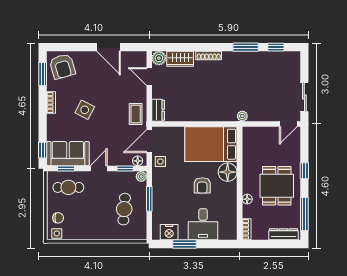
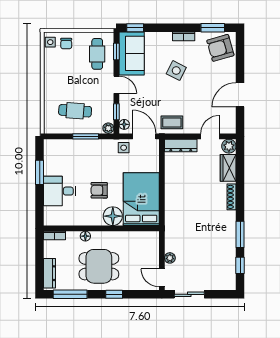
dresser: (158, 110) -> (181, 145), width x1.44
plant: (242, 116) -> (170, 258), moved
nightstand: (169, 232) -> (52, 157), removed

